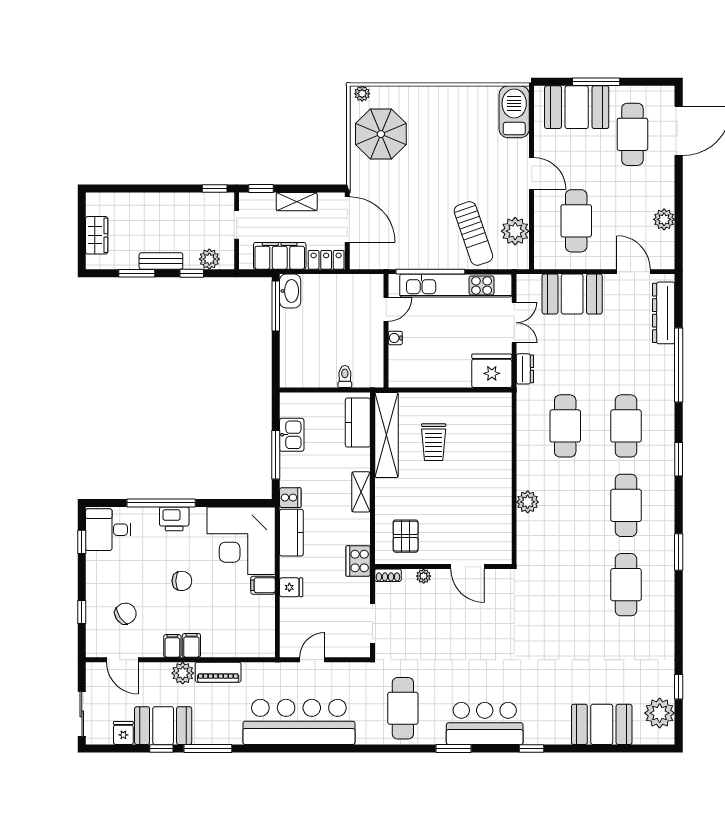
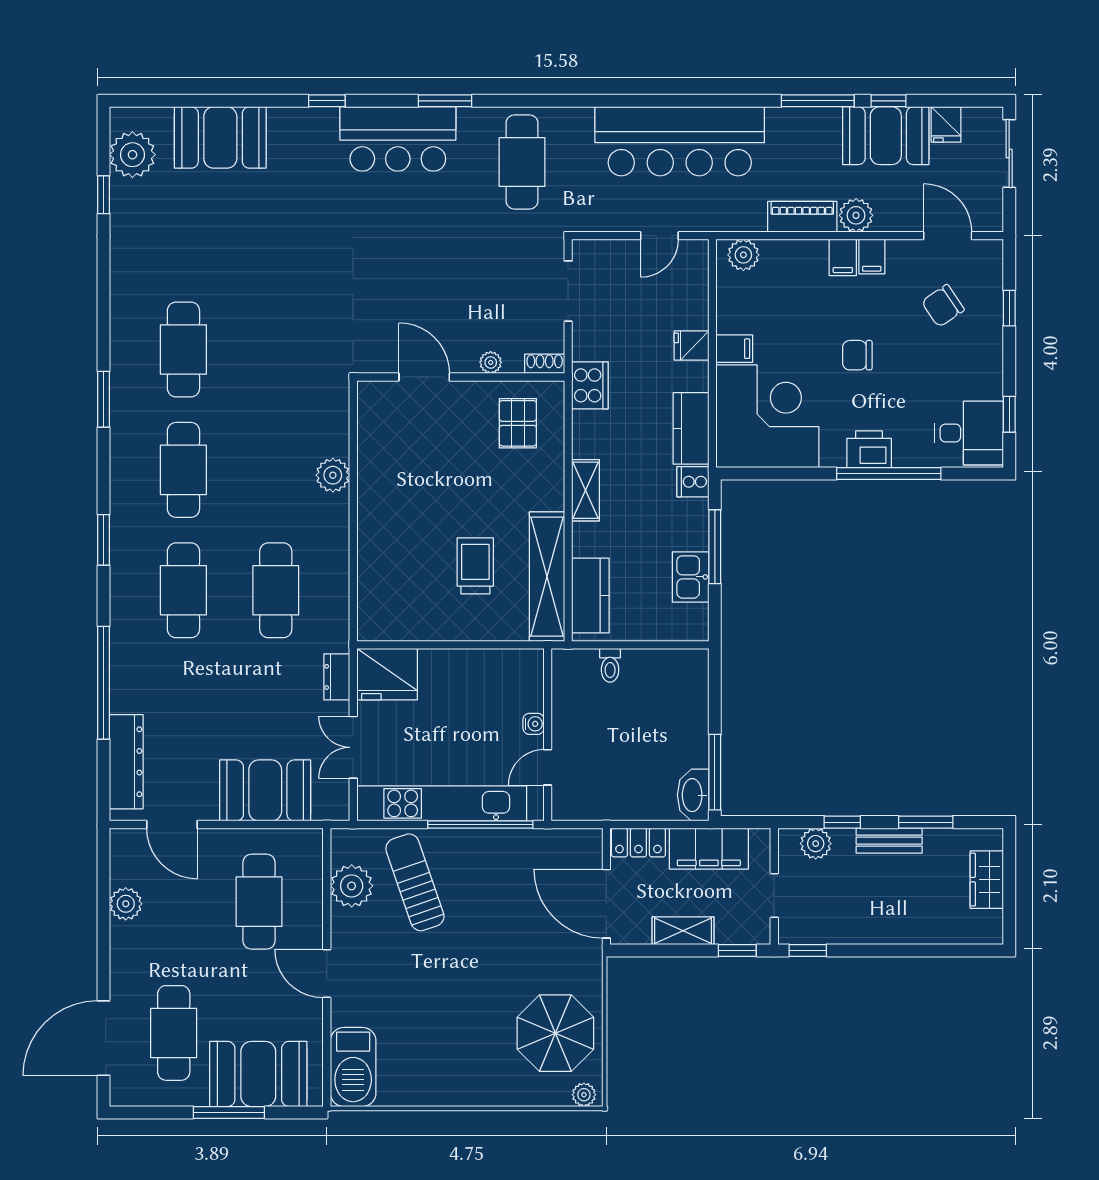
plant: (257, 647) -> (743, 255), added

